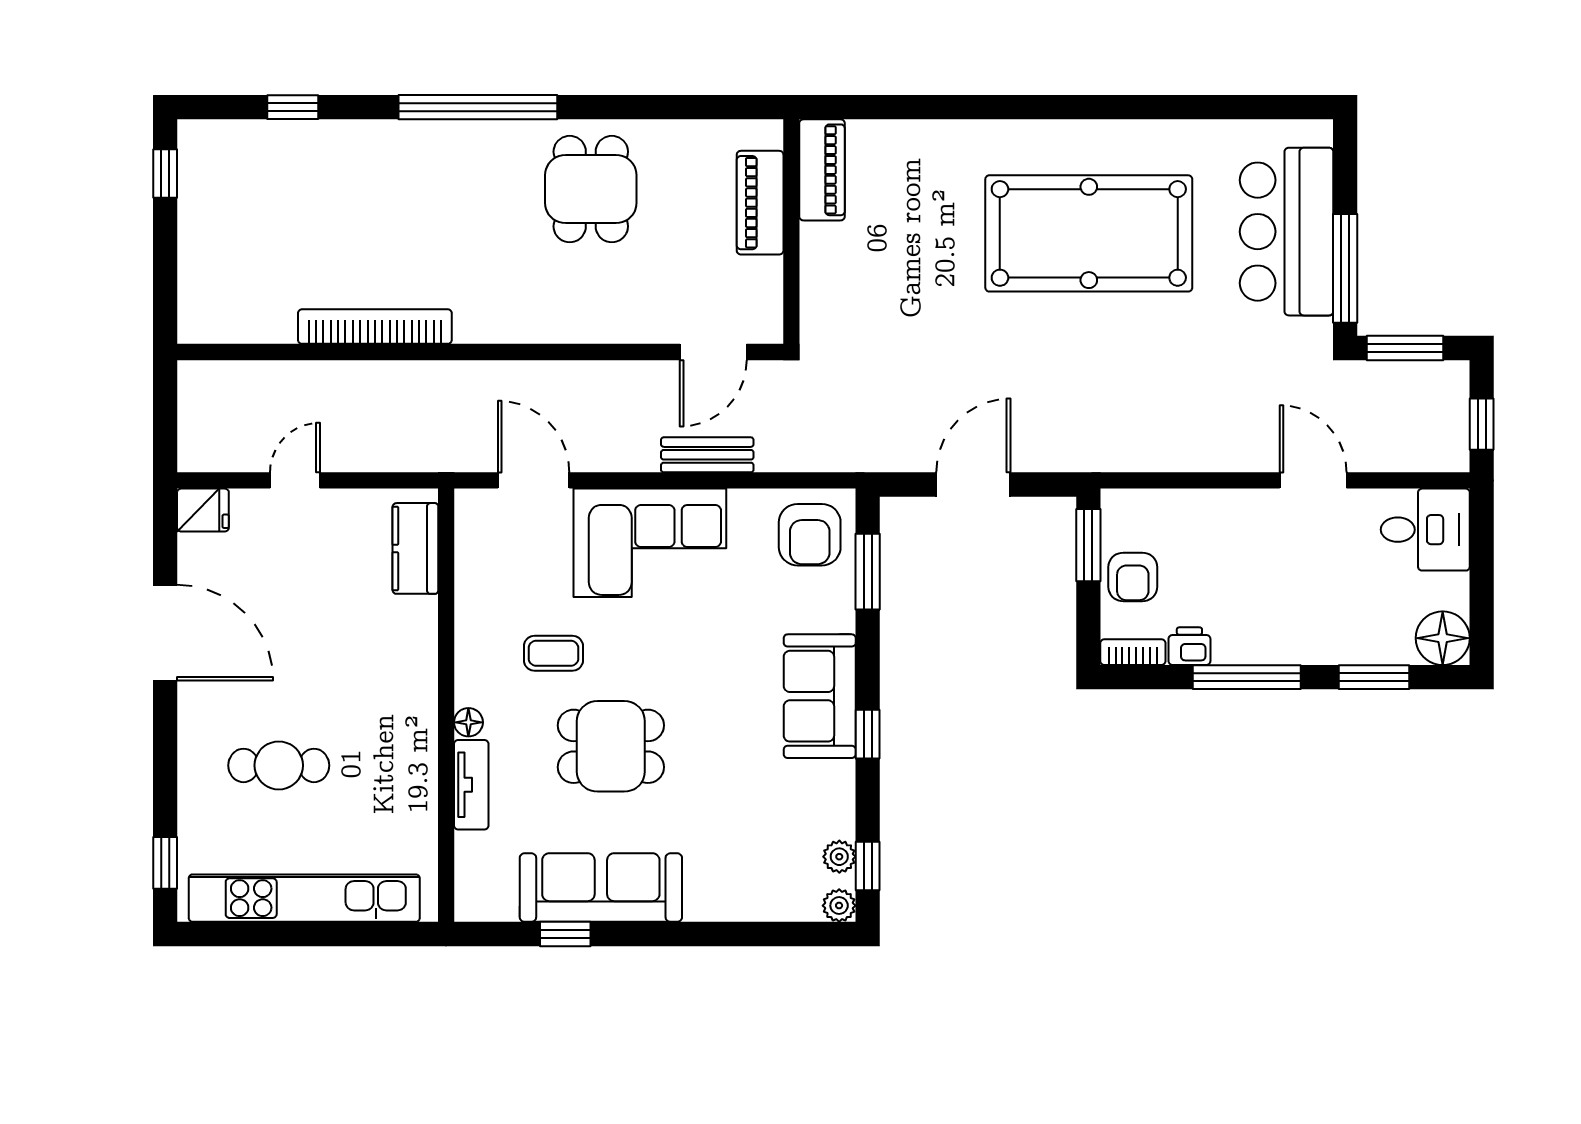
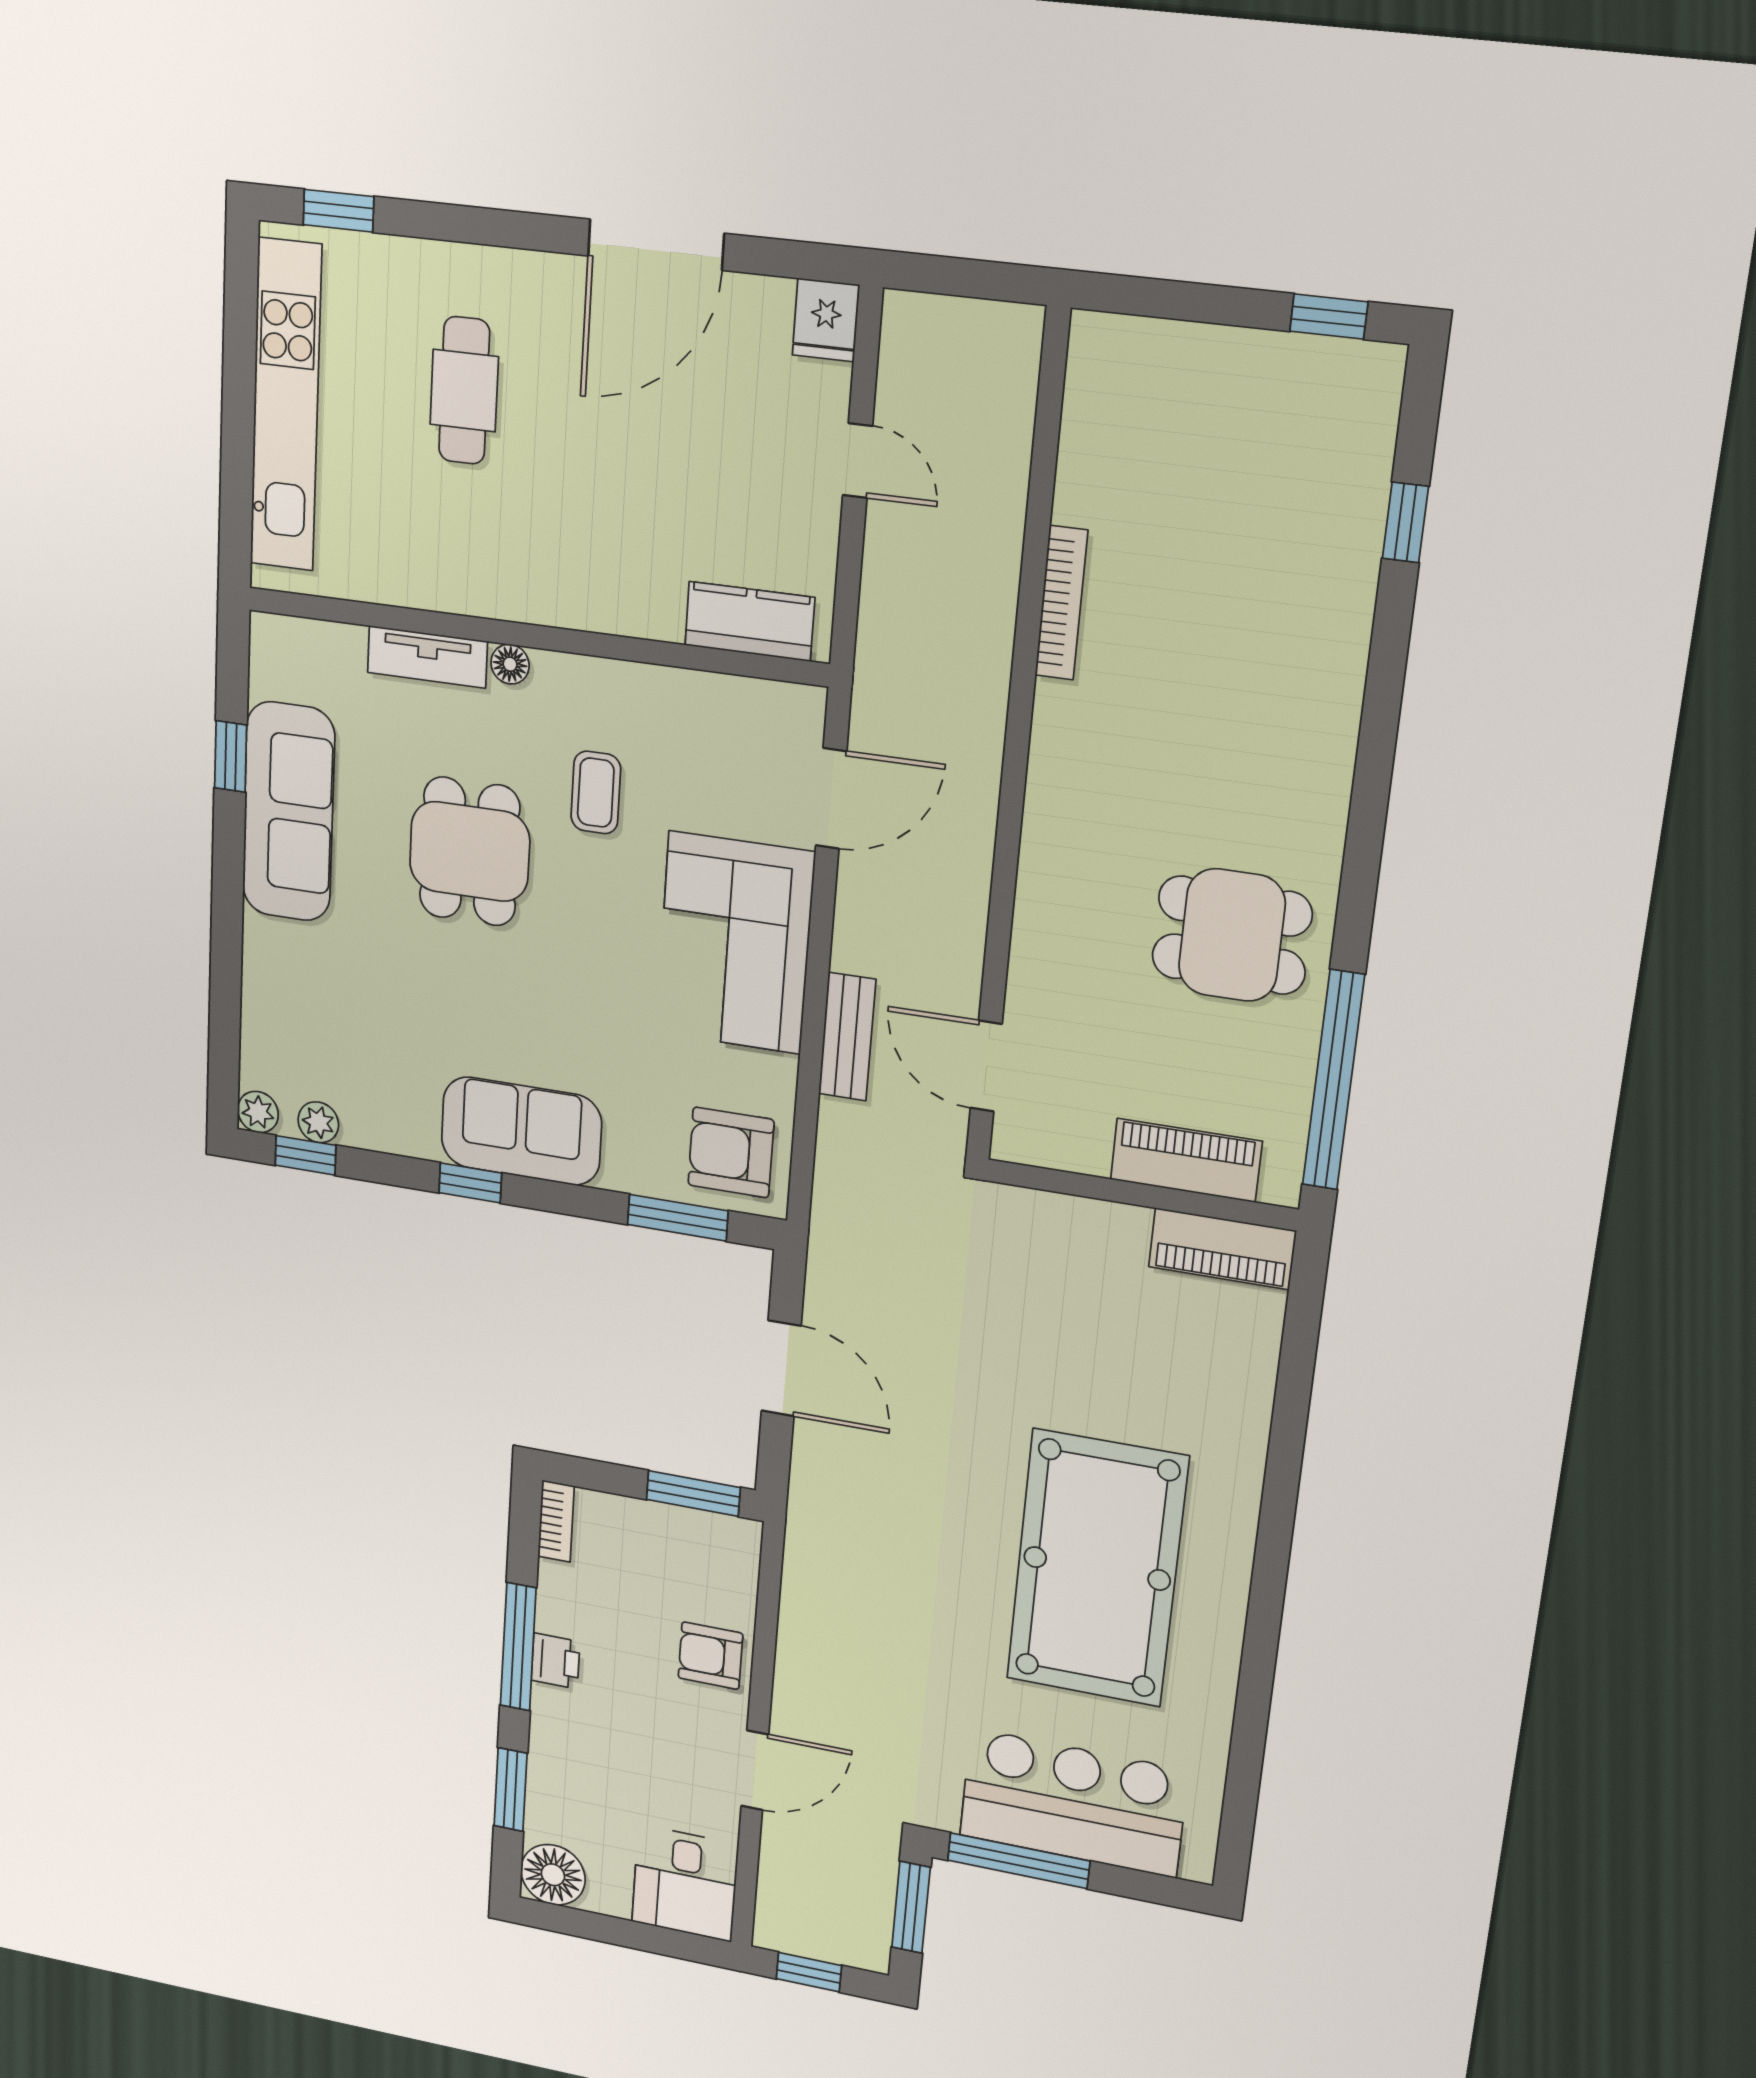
window: (478, 107) -> (1333, 1080), moved
bookcase: (375, 327) -> (1061, 603), width x0.68, depth x0.76
armchair: (1133, 577) -> (710, 1656), moved
printer: (1189, 646) -> (556, 1661), moved

